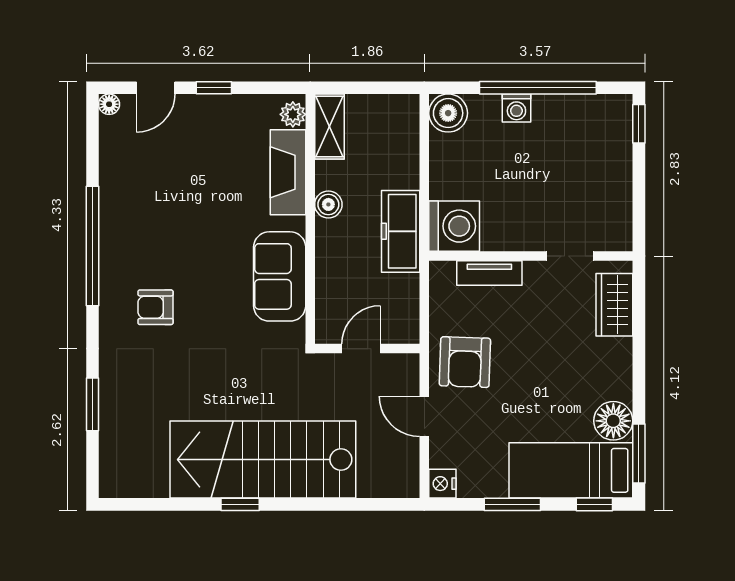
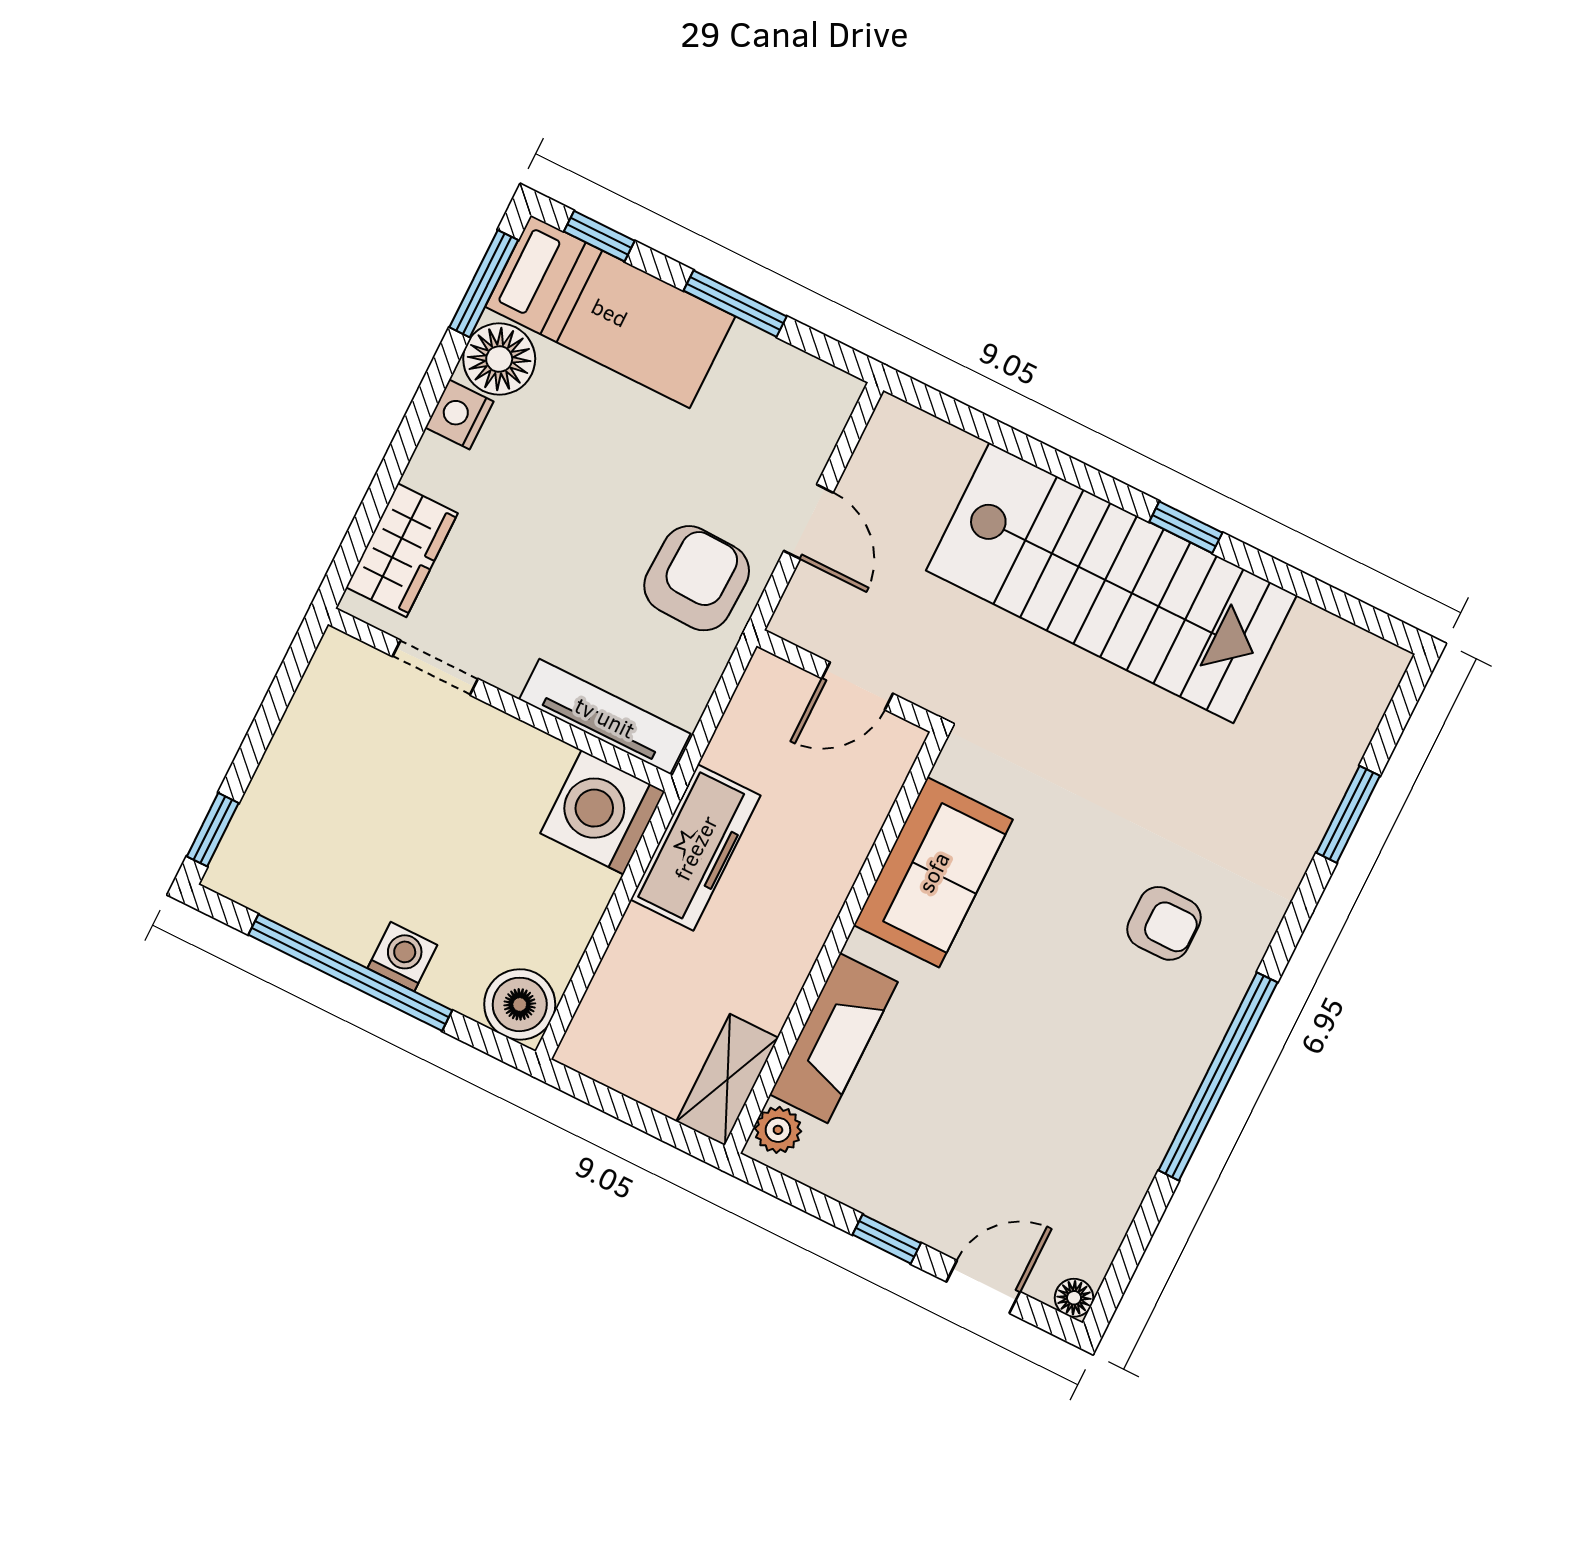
boiler: (328, 204) -> (793, 951), removed
tv unit: (489, 273) -> (605, 717), width x1.41
nightstand: (442, 484) -> (459, 414), moved, turned 180

